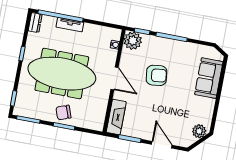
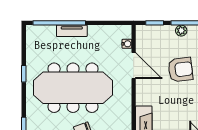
dresser: (35, 23) -> (32, 36), removed
plant: (133, 41) -> (181, 31), moved, width x0.53, depth x0.53
door: (115, 78) -> (134, 66), moved

